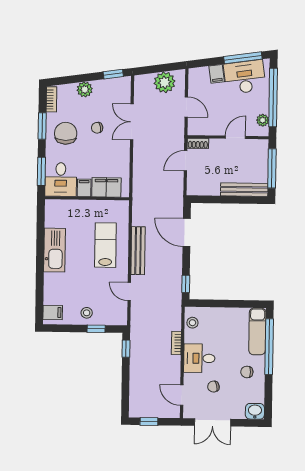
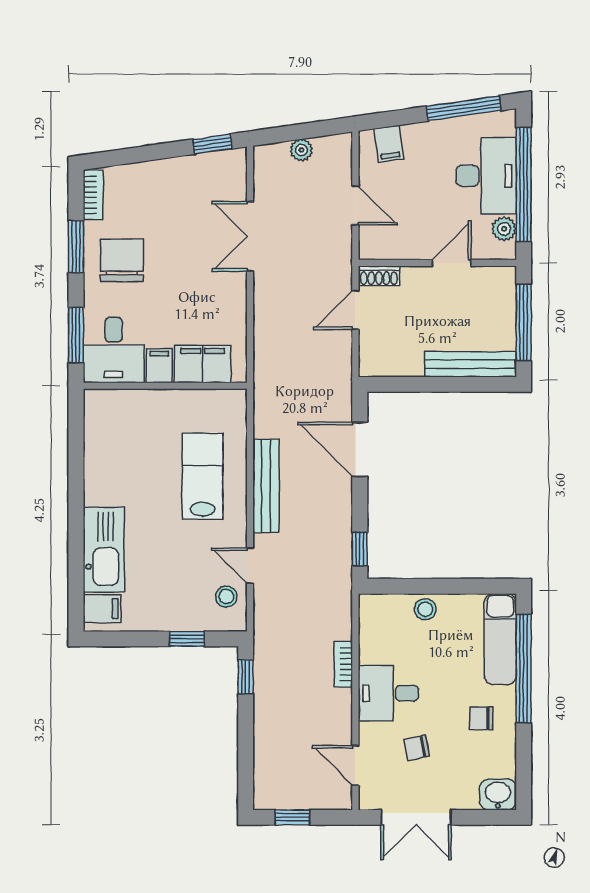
filing cabinet: (217, 74) -> (389, 144), moved
desk: (245, 77) -> (486, 176), moved, turned 98
plant: (165, 82) -> (301, 150), width x0.53, depth x0.53
plant: (85, 89) -> (157, 175), removed
chair: (97, 128) -> (183, 249), removed
kitchen sink: (54, 250) -> (104, 550), moved
stool: (87, 313) -> (226, 597), moved
stool: (192, 323) -> (425, 609), moved

